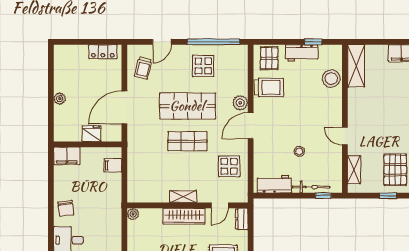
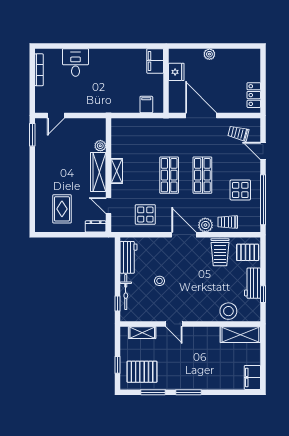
trolley: (237, 79) -> (228, 222), added
shop shelf: (187, 106) -> (202, 175), width x0.70, depth x0.74
fridge: (92, 134) -> (176, 72), moved
door: (345, 136) -> (174, 324), swing flipped
chair: (66, 208) -> (106, 60), removed
plant: (133, 214) -> (100, 146), moved

